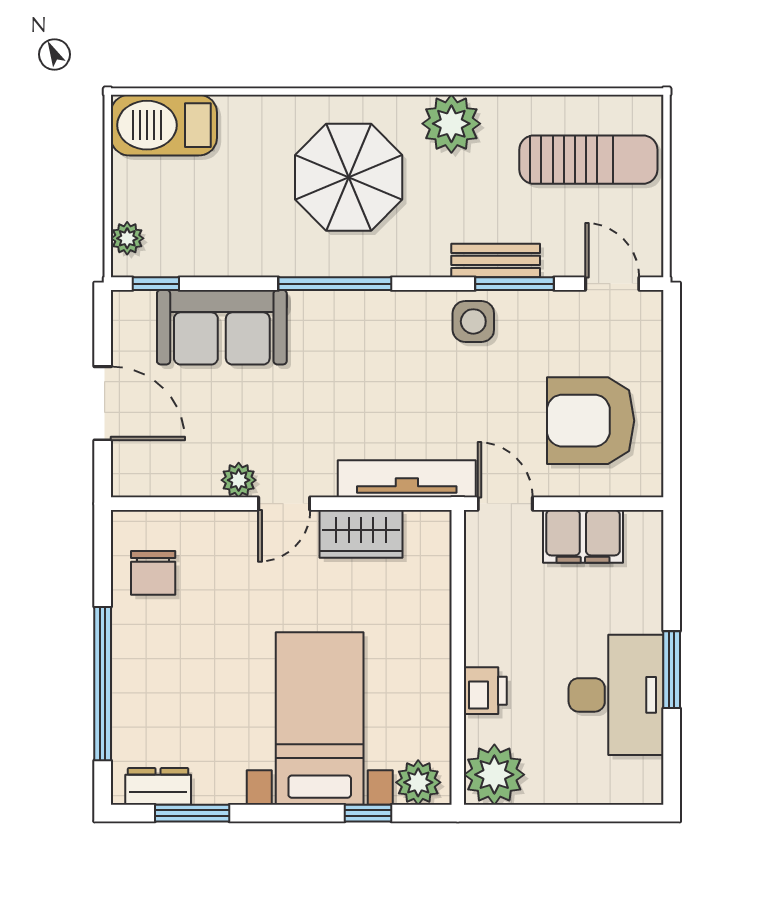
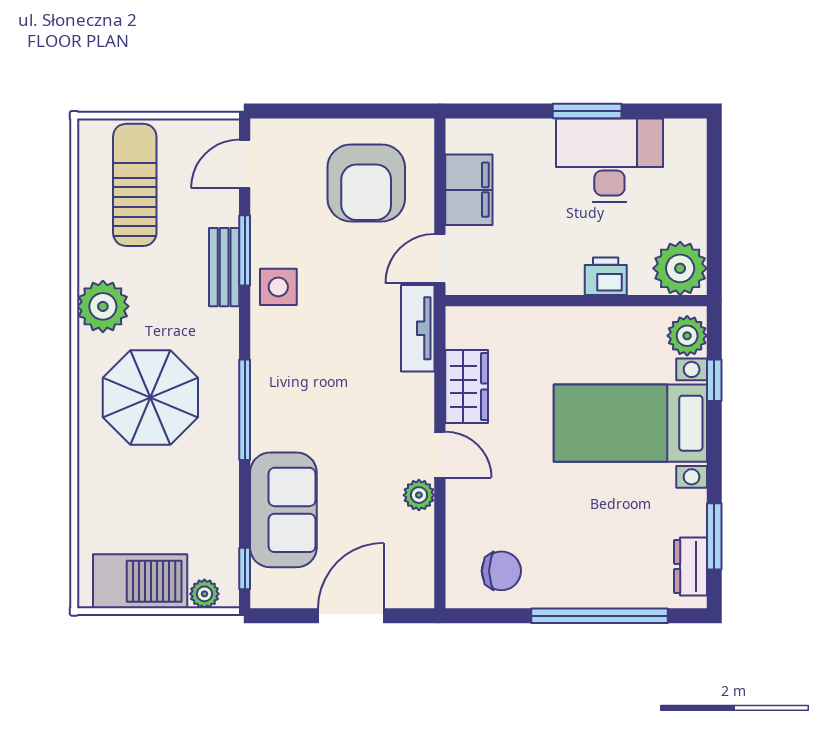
barbecue: (164, 125) -> (140, 581), moved, turned -90
tv unit: (407, 479) -> (418, 328), width x0.71

